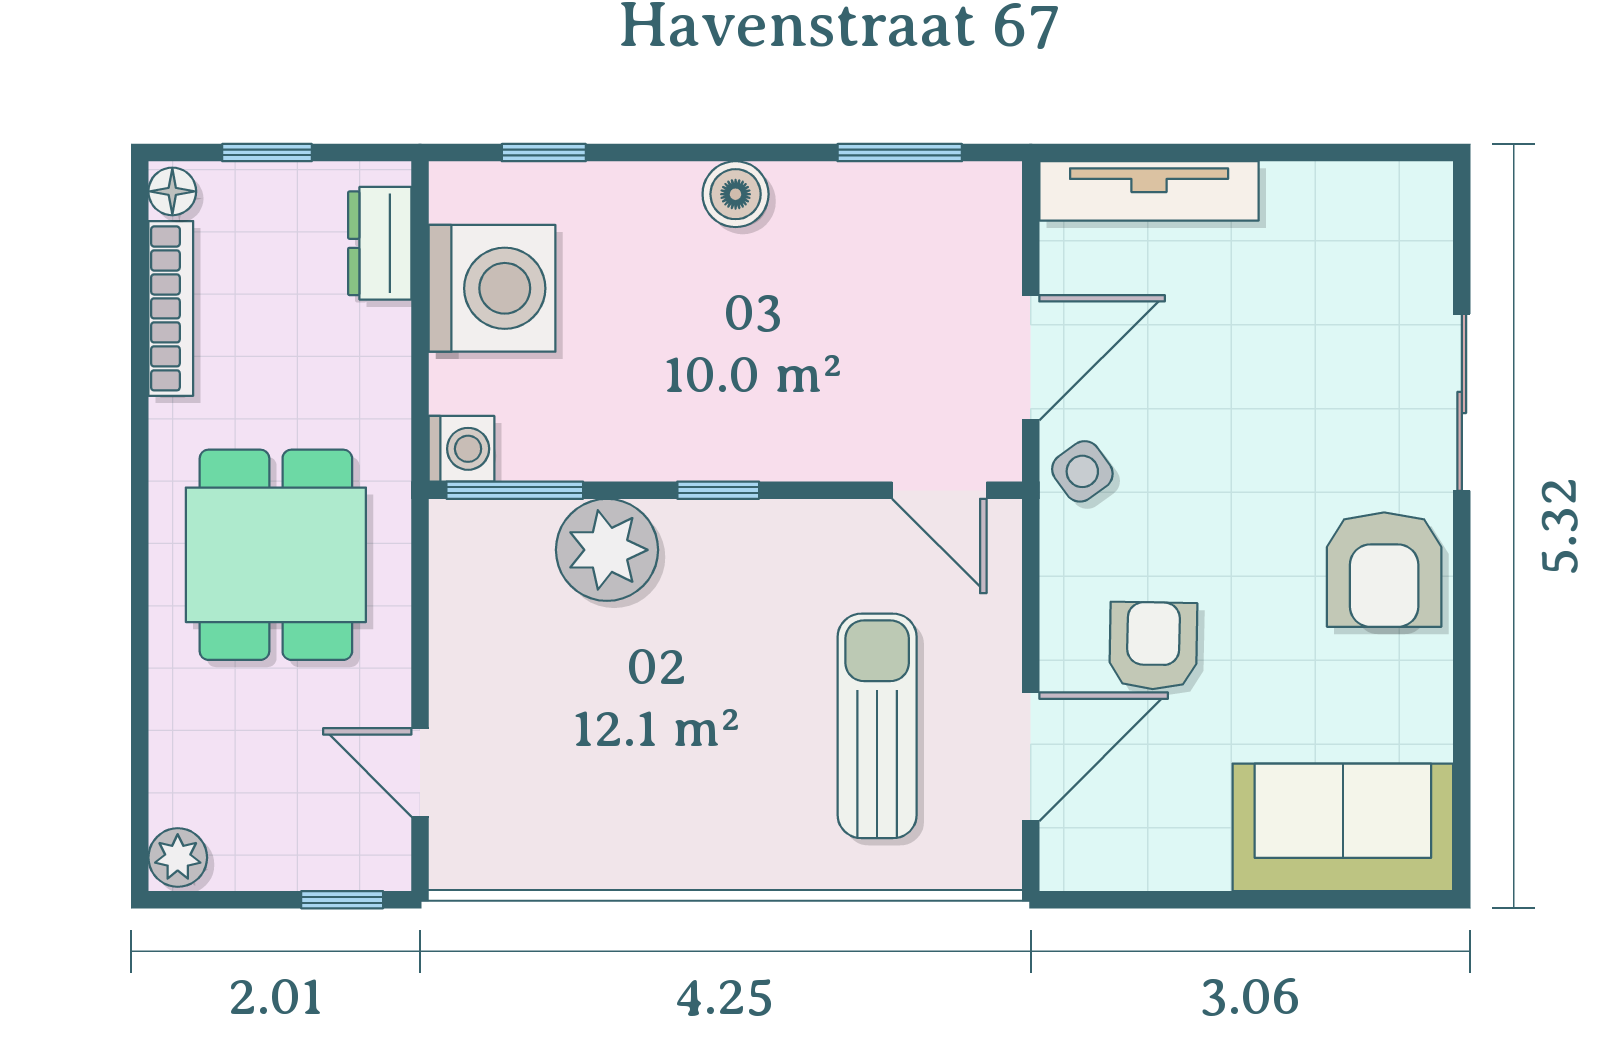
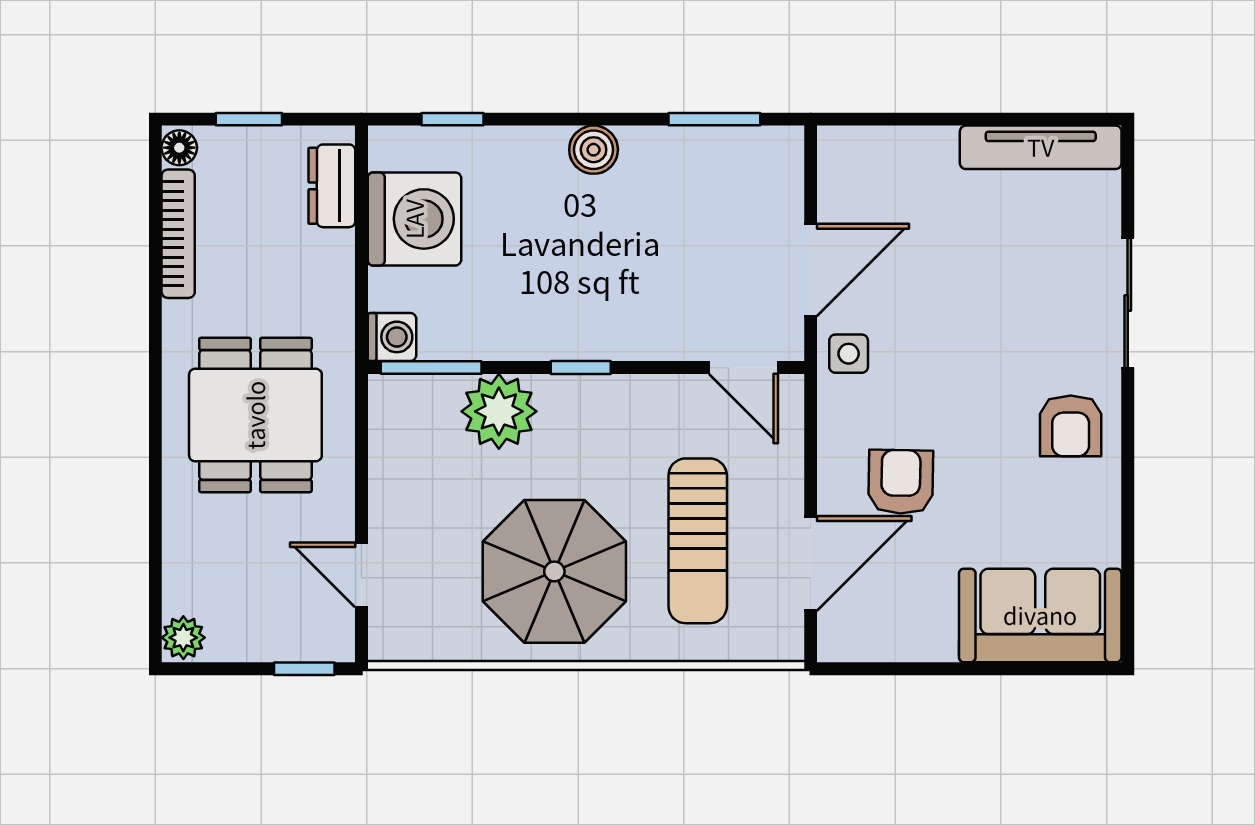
tv unit: (1149, 191) -> (1041, 147), moved
side table: (1082, 471) -> (849, 354), turned 36
armchair: (1384, 570) -> (1071, 426), width x0.72, depth x0.72
sun lounger: (877, 726) -> (698, 541), turned 180
parasol: (682, 768) -> (554, 571), added

